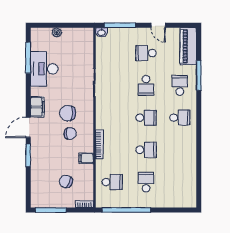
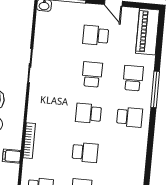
window: (199, 75) -> (155, 89), moved
school desk: (146, 85) -> (92, 74), turned 180
school desk: (146, 118) -> (89, 113), turned 180

